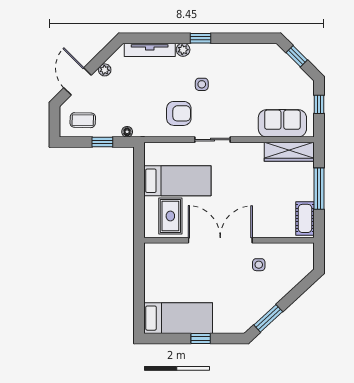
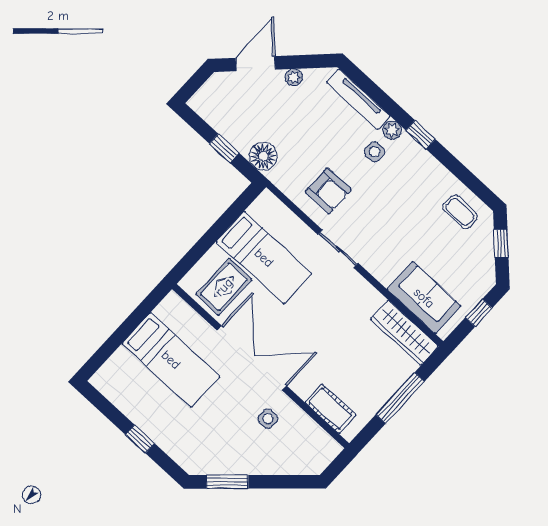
side table: (202, 84) -> (374, 152), moved
coffee table: (83, 120) -> (460, 212), moved
floor lamp: (127, 132) -> (263, 156), width x1.89, depth x1.89
cot: (305, 218) -> (330, 409), moved, turned 90
bed: (178, 318) -> (171, 360), moved

